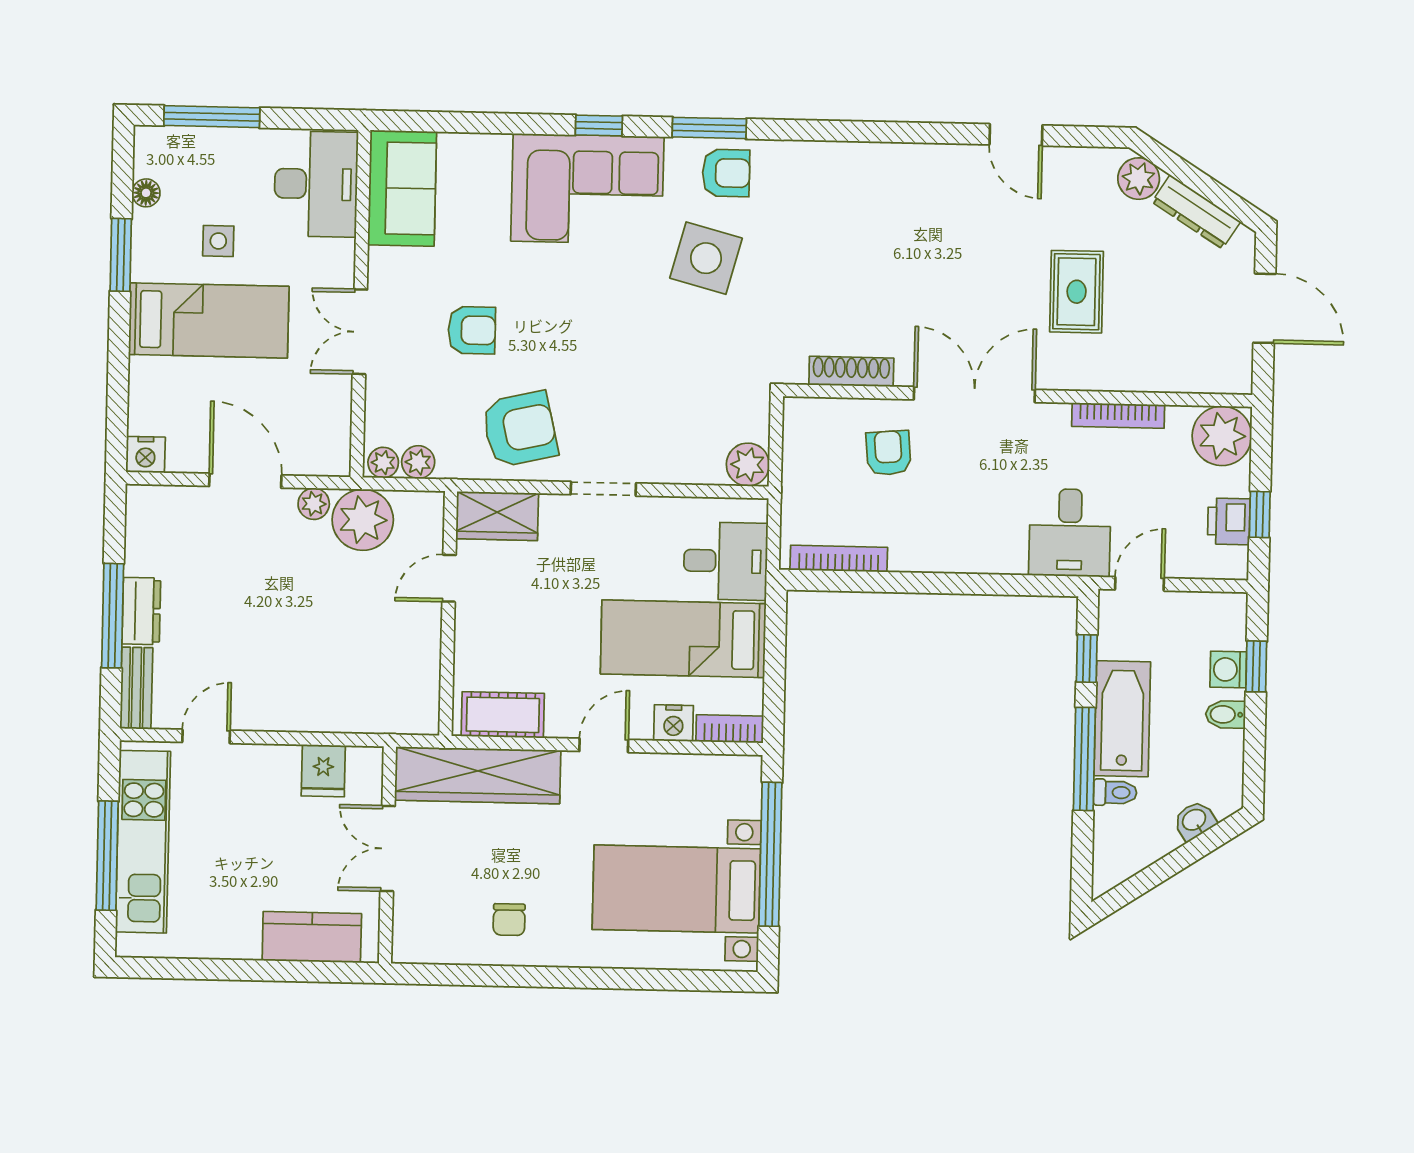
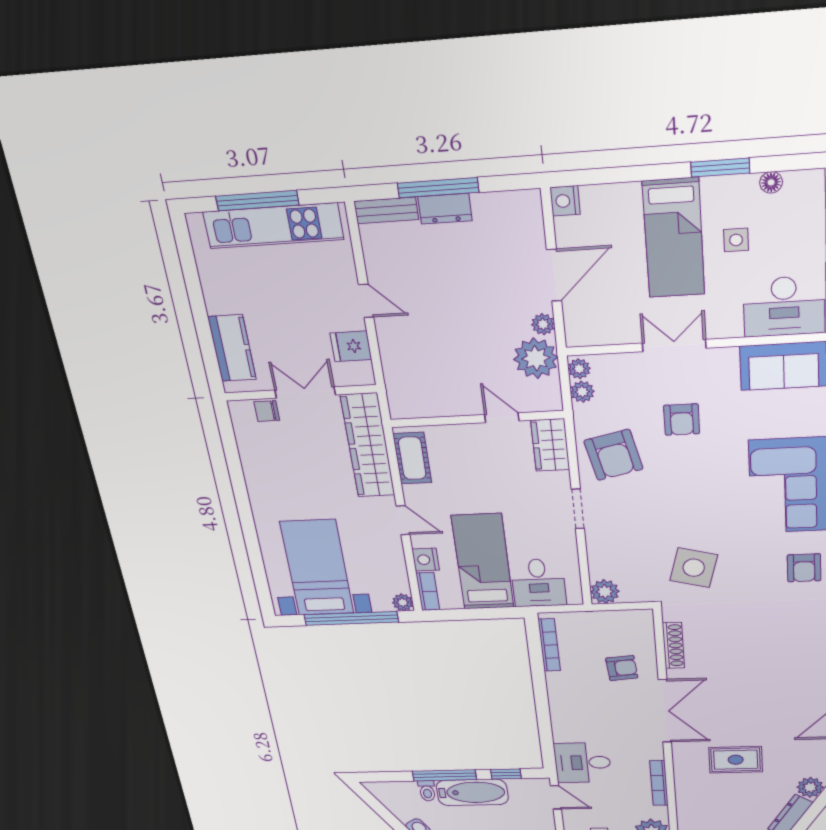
side table: (706, 258) -> (694, 568), moved
door: (206, 736) -> (366, 301), moved
plant: (747, 770) -> (403, 602), added
chair: (509, 920) -> (267, 411), moved

